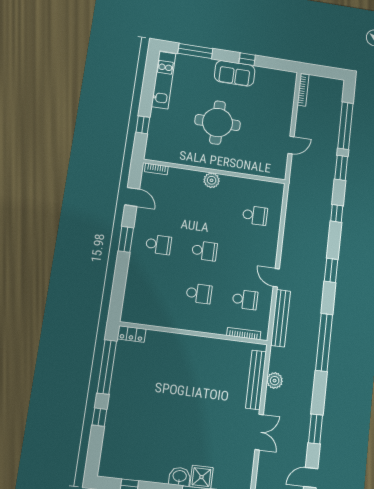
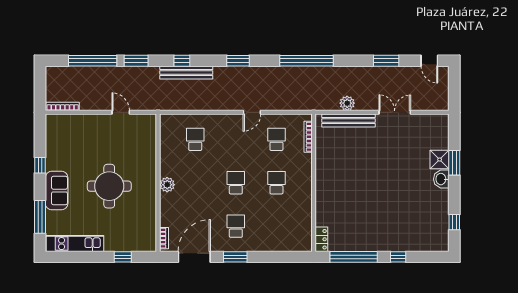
sofa: (235, 73) -> (57, 191), moved
door: (132, 197) -> (194, 257), width x1.88
bench: (280, 318) -> (186, 73), moved

